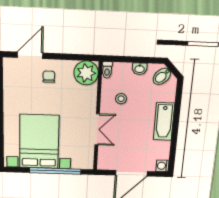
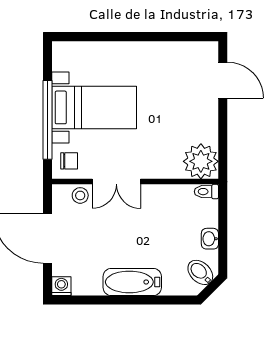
chair: (49, 77) -> (69, 161), moved
stool: (121, 99) -> (80, 195), moved
bed with nightstands: (39, 142) -> (94, 107), width x0.73

